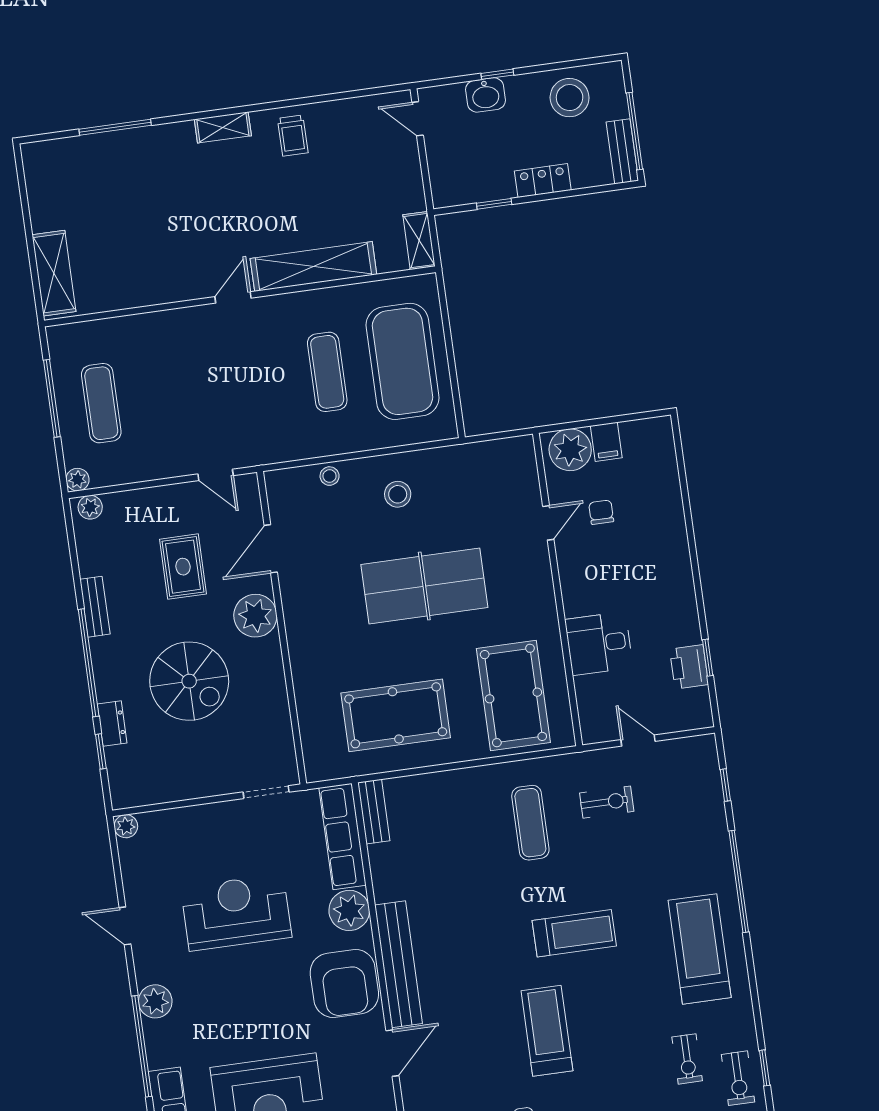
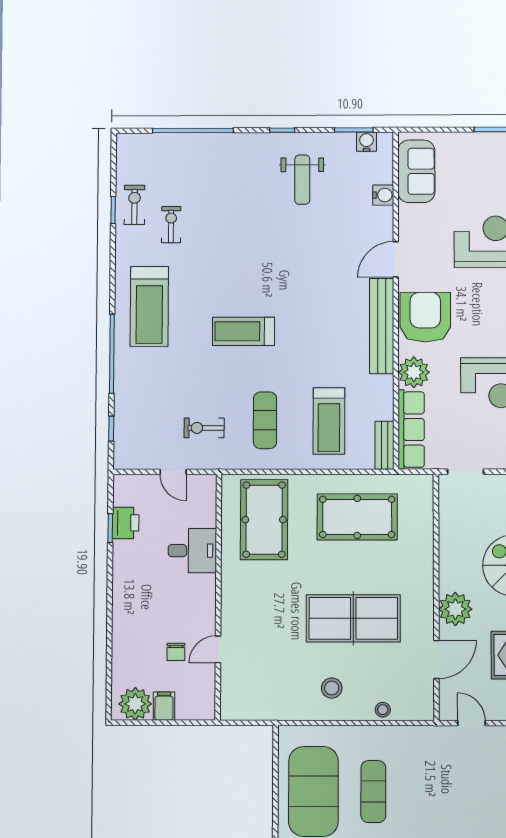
plant: (570, 450) -> (135, 704), moved
table tennis table: (424, 586) -> (353, 618), moved
treadmill: (547, 1031) -> (329, 421), moved

